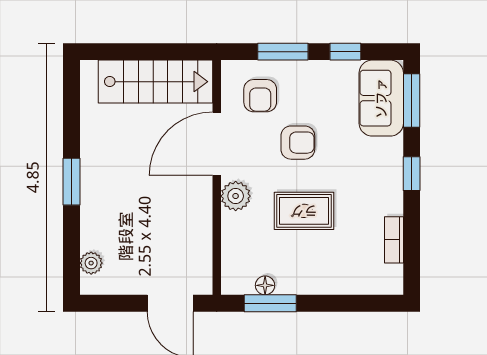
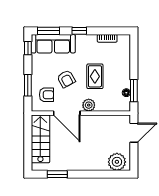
window: (345, 52) -> (28, 48), moved
sofa: (381, 98) -> (53, 44), width x1.36
armchair: (298, 143) -> (66, 79), turned 151
window: (72, 182) -> (57, 174), moved
plant: (91, 263) -> (117, 162), width x1.88, depth x1.88

